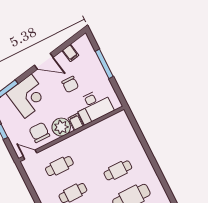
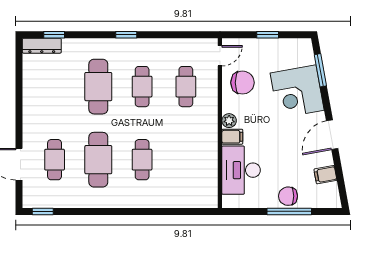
chair: (70, 84) -> (288, 196), moved
plant: (61, 127) -> (229, 121), width x0.53, depth x0.53

